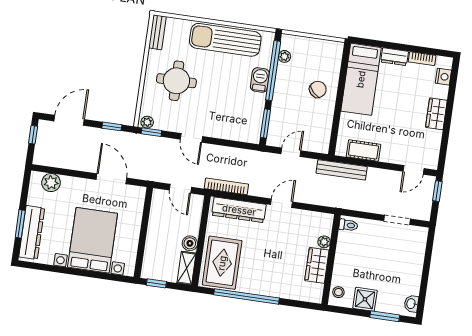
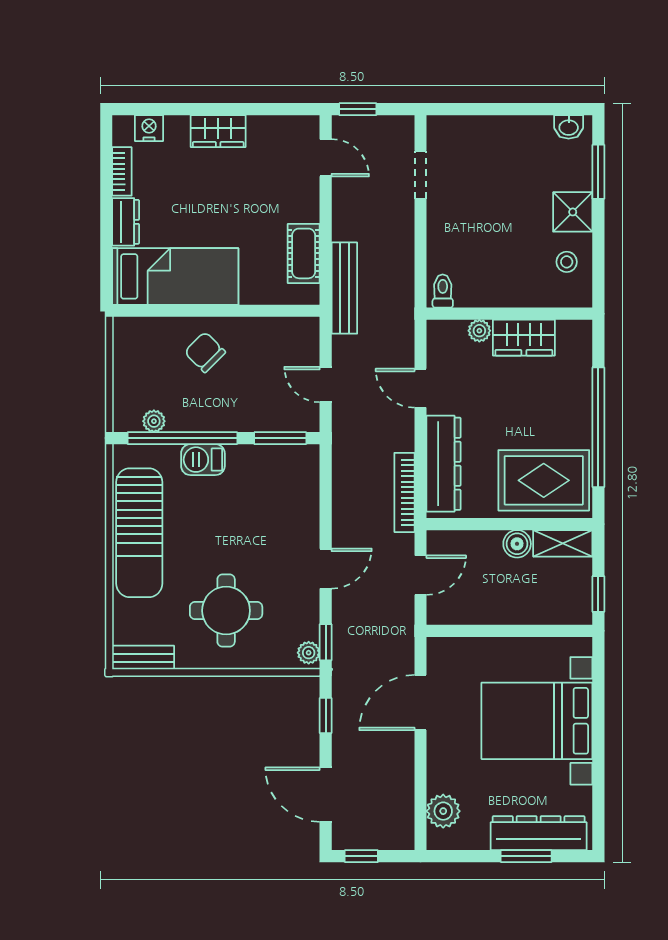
toilet: (348, 225) -> (443, 291), moved
plant: (324, 242) -> (479, 331), moved
wall: (331, 259) -> (509, 314), moved
wardrobe: (317, 265) -> (524, 338), moved

